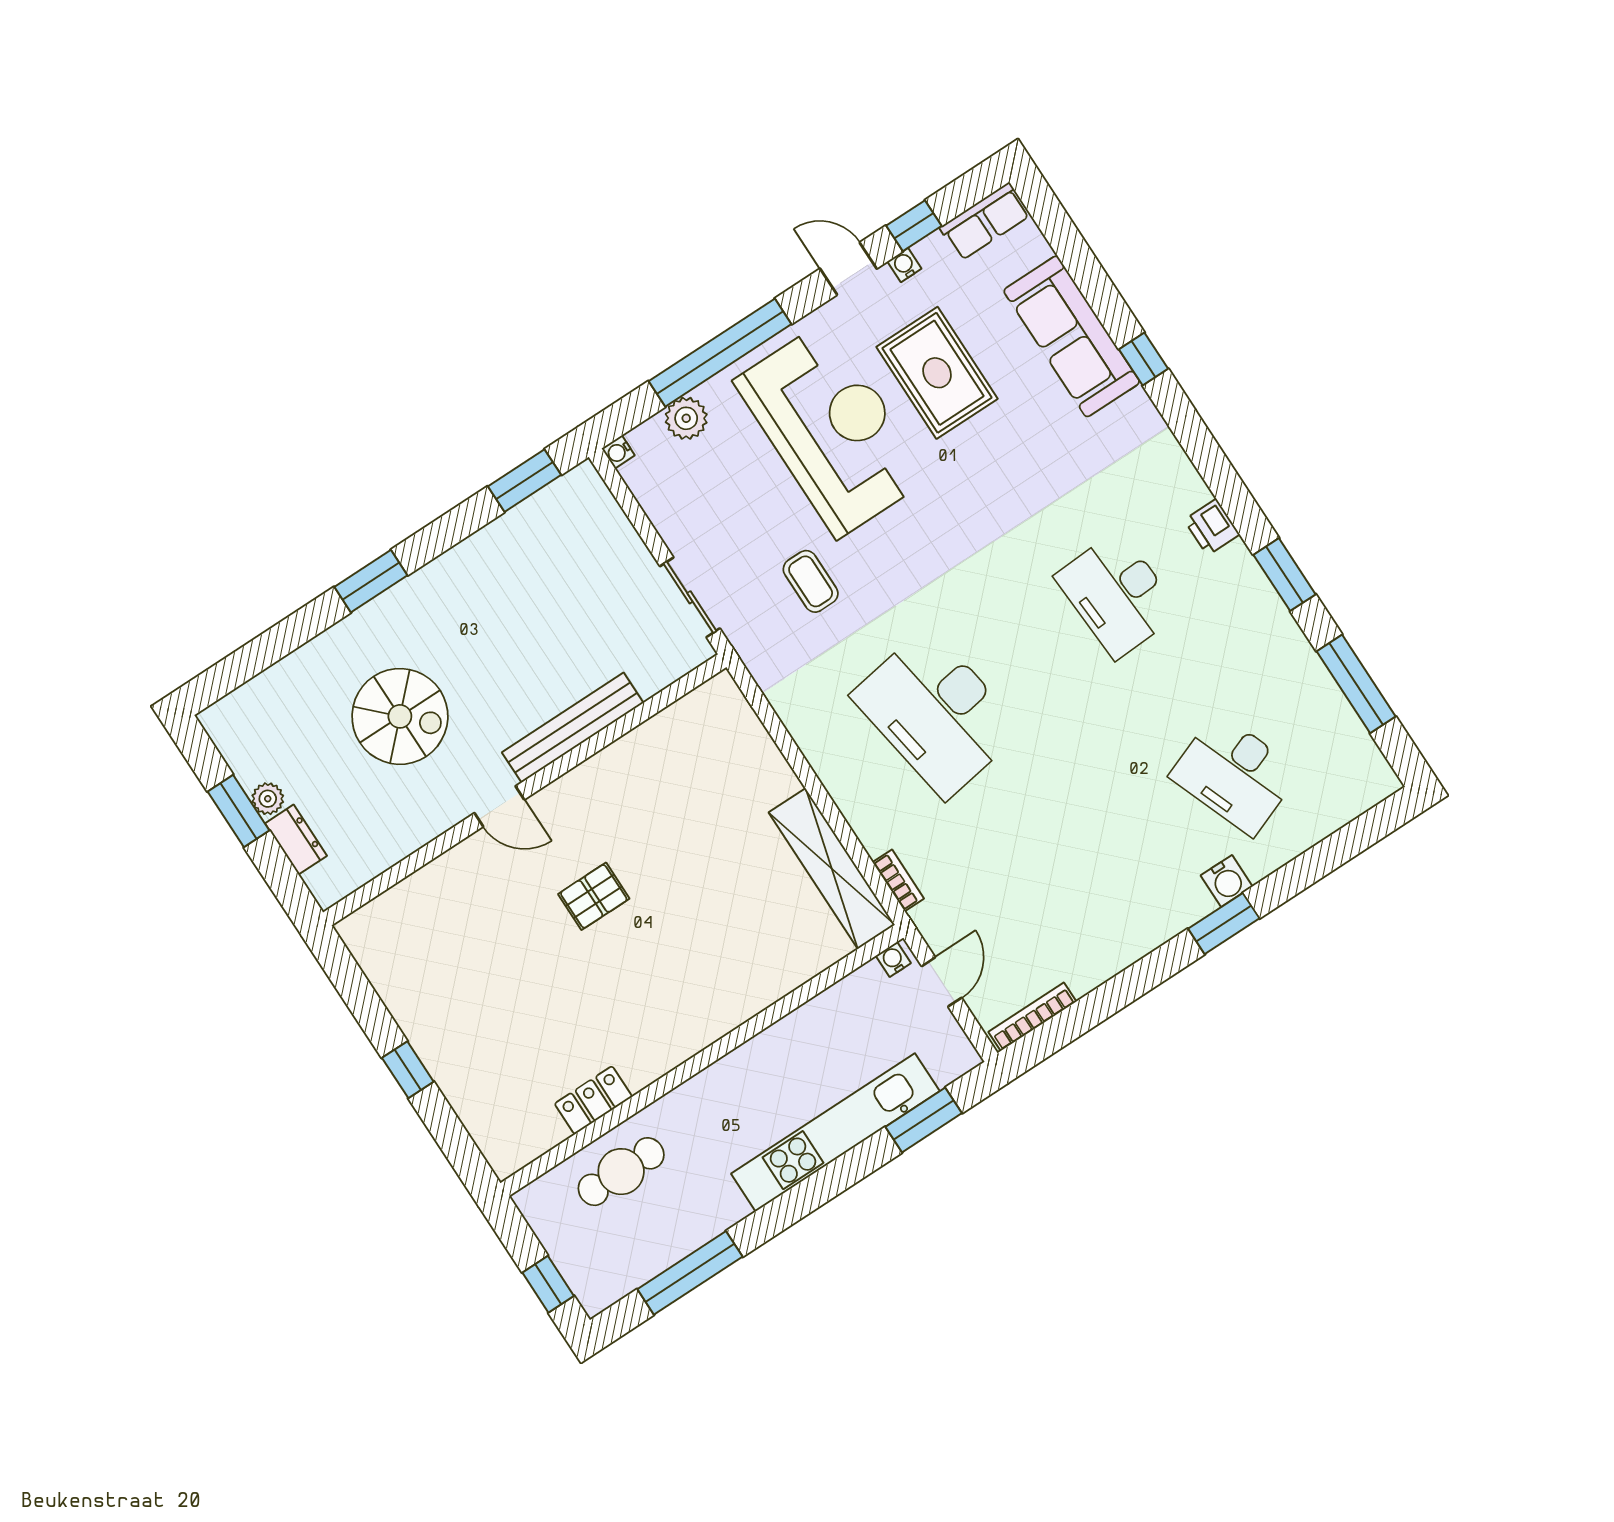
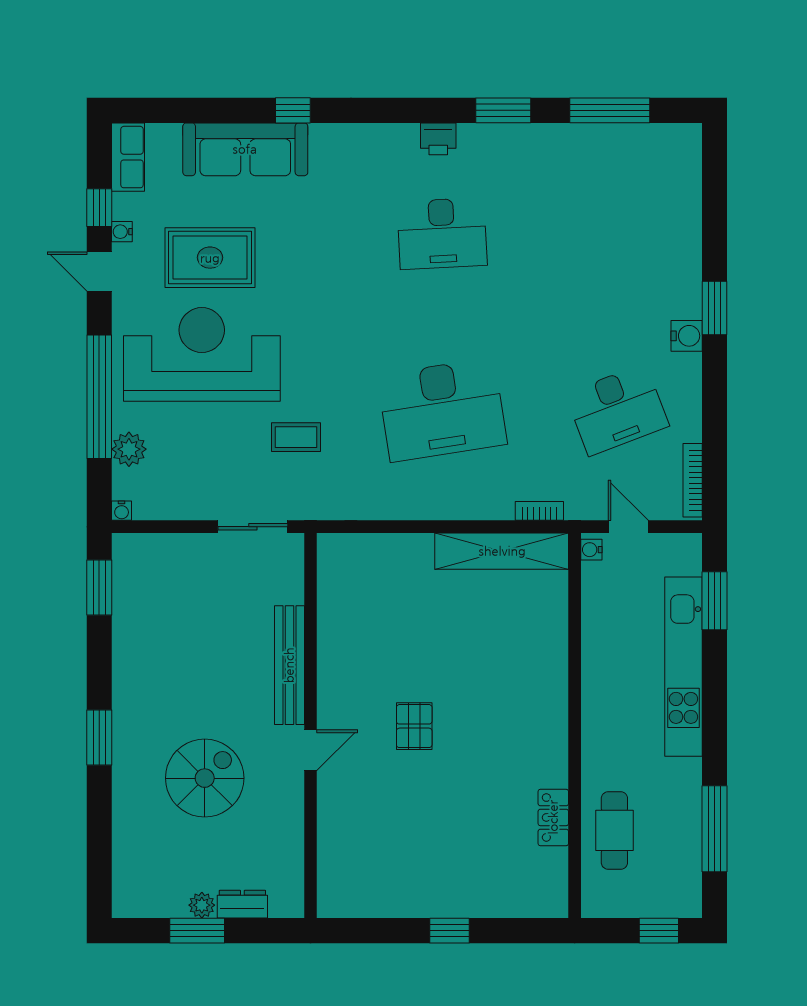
door: (848, 269) -> (99, 272), hinge flipped
desk: (1235, 774) -> (617, 410), moved
water cooler: (1227, 881) -> (687, 336), moved

